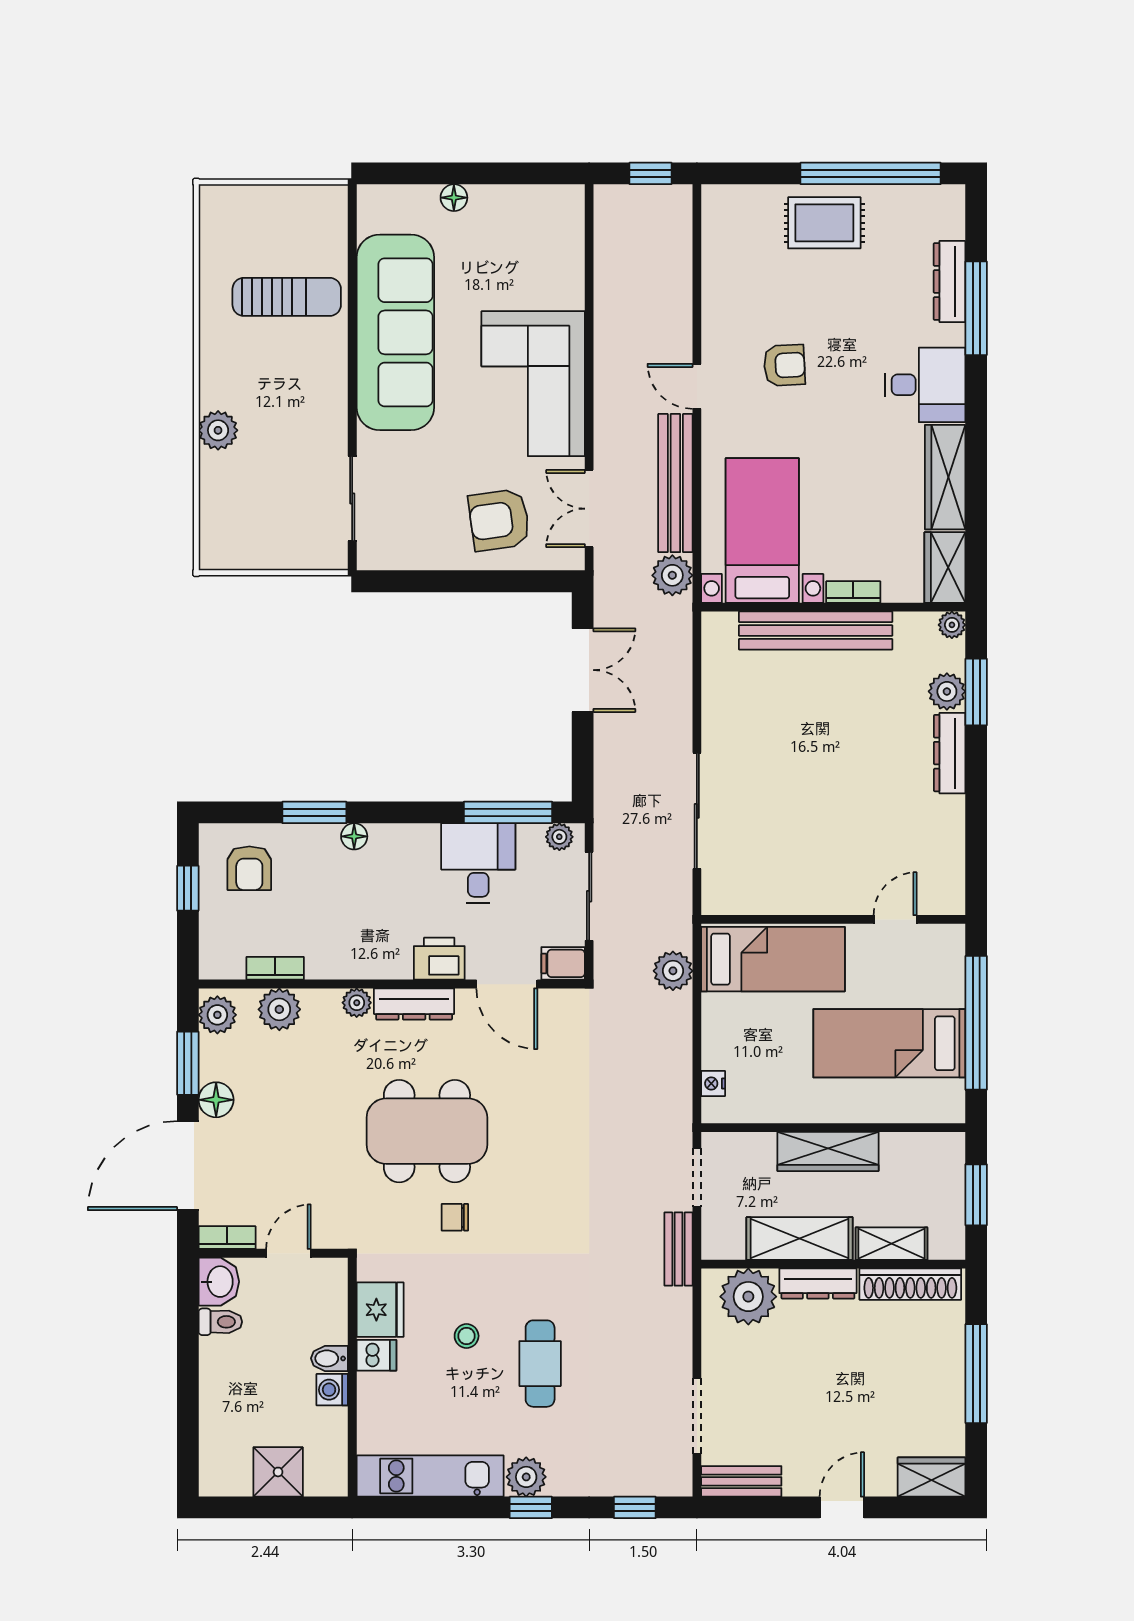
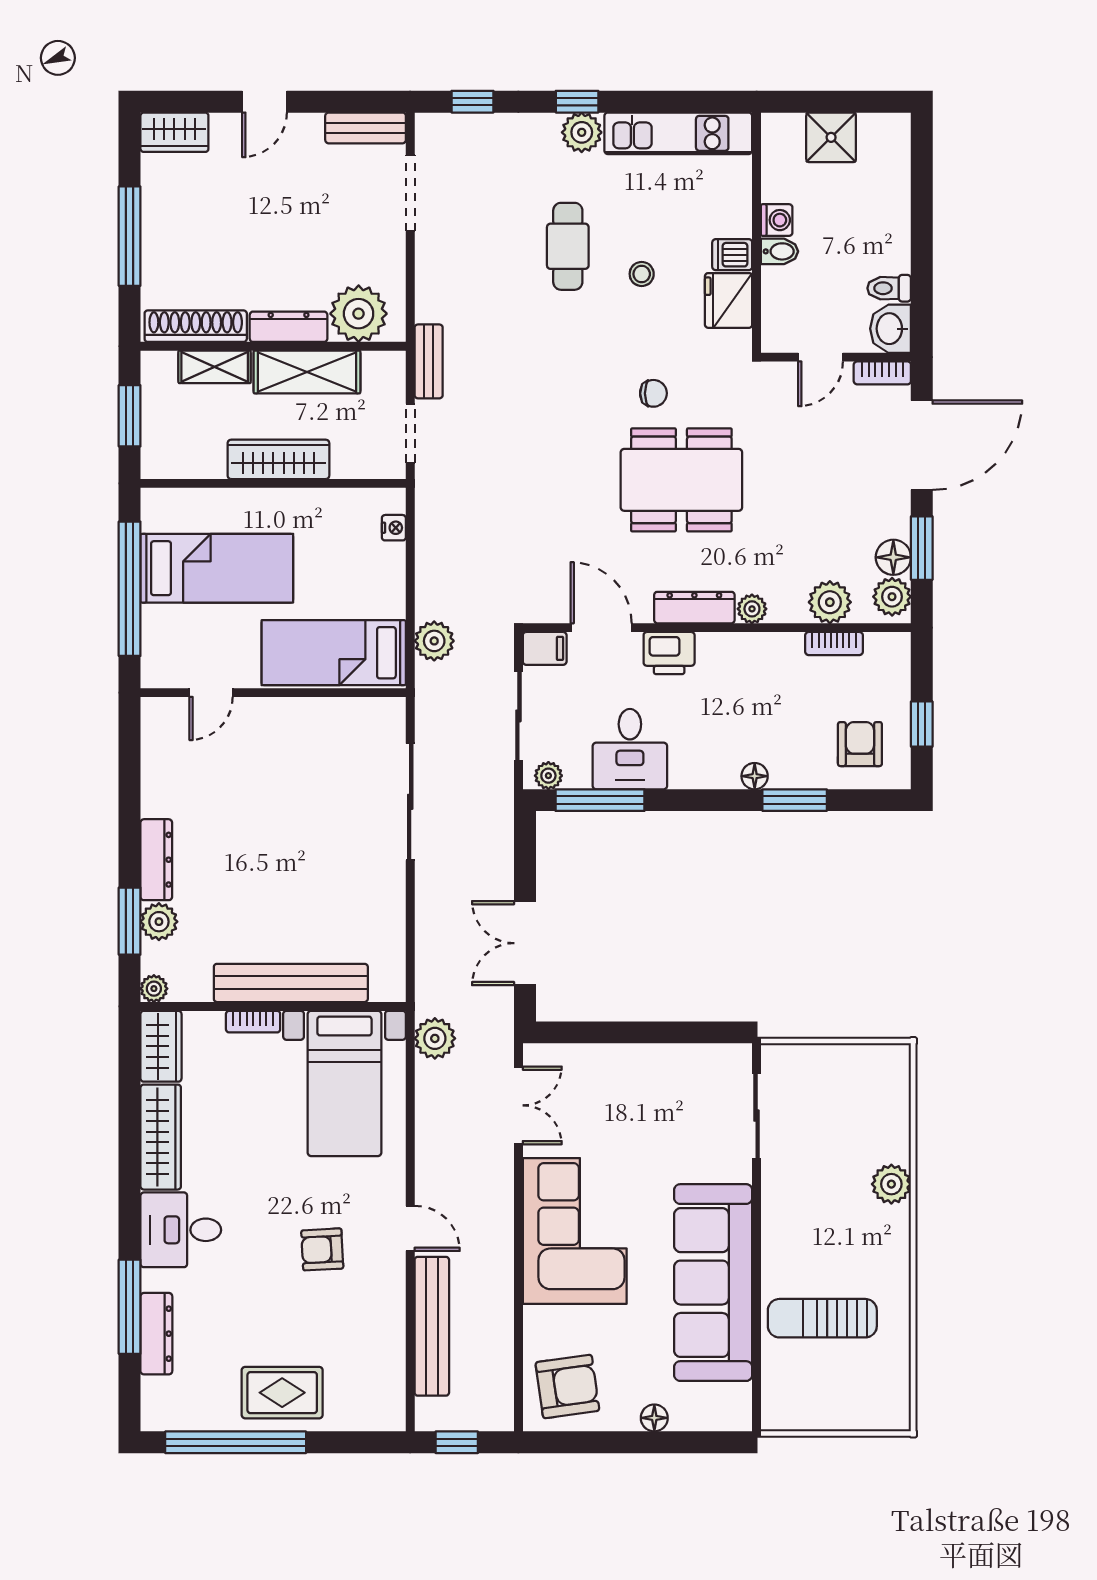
bench: (675, 483) -> (432, 1326), moved
armchair: (499, 520) -> (567, 1386), moved
floor lamp: (216, 1100) -> (893, 557), moved

